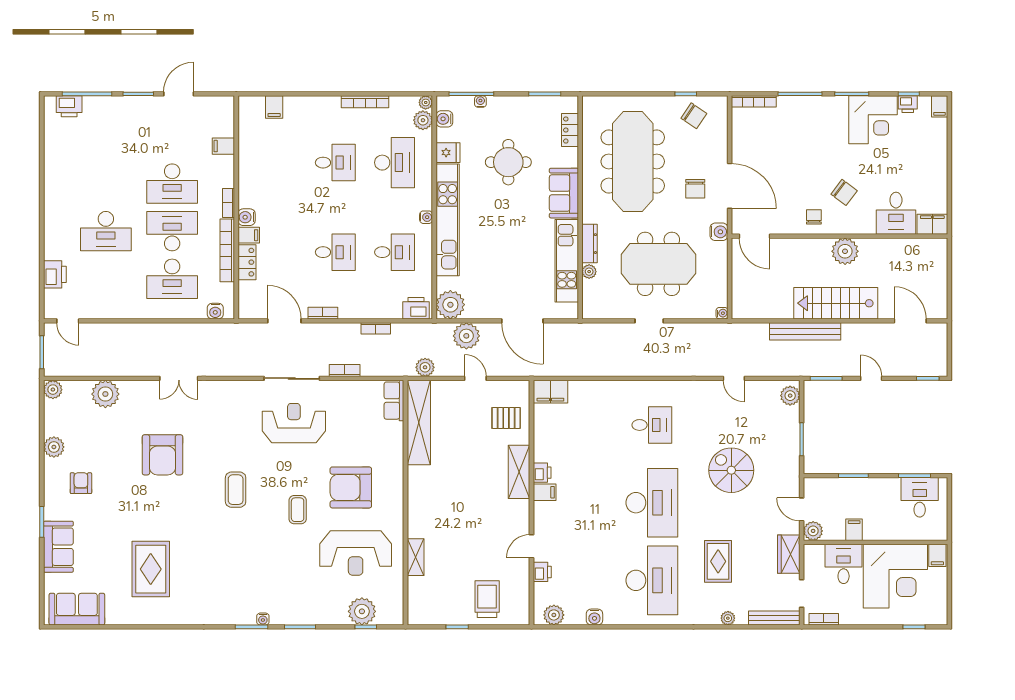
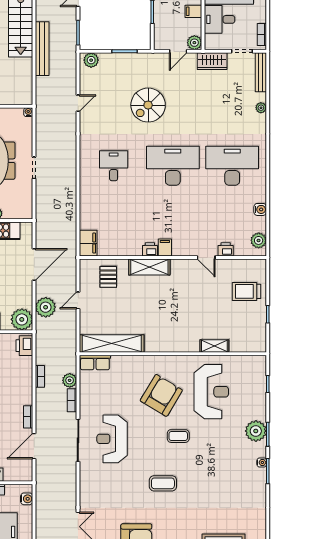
plant: (425, 367) -> (70, 380), moved
armchair: (351, 487) -> (161, 395), turned -149
rug: (718, 561) -> (218, 115), removed
plant: (362, 611) -> (256, 431), moved

